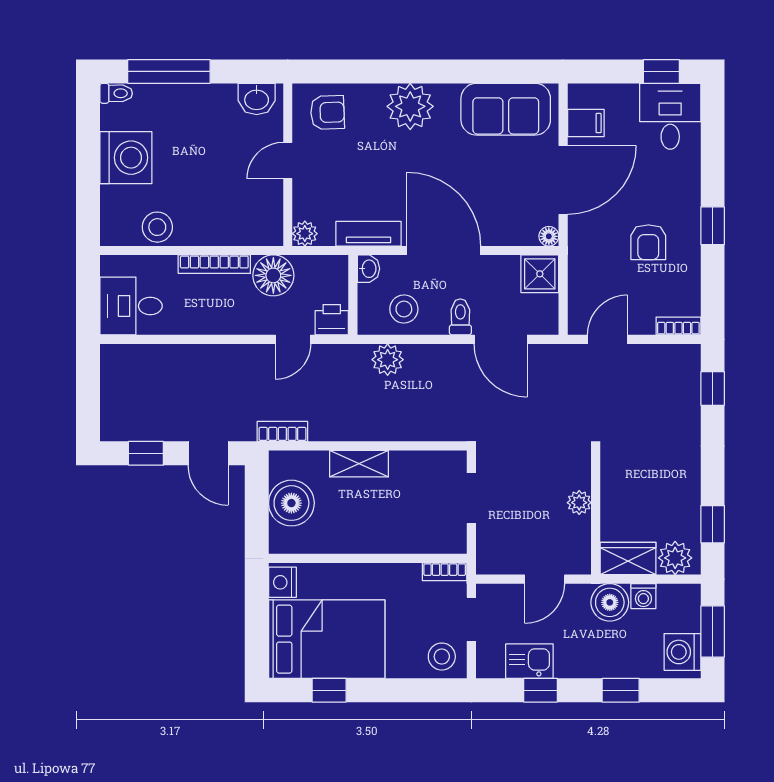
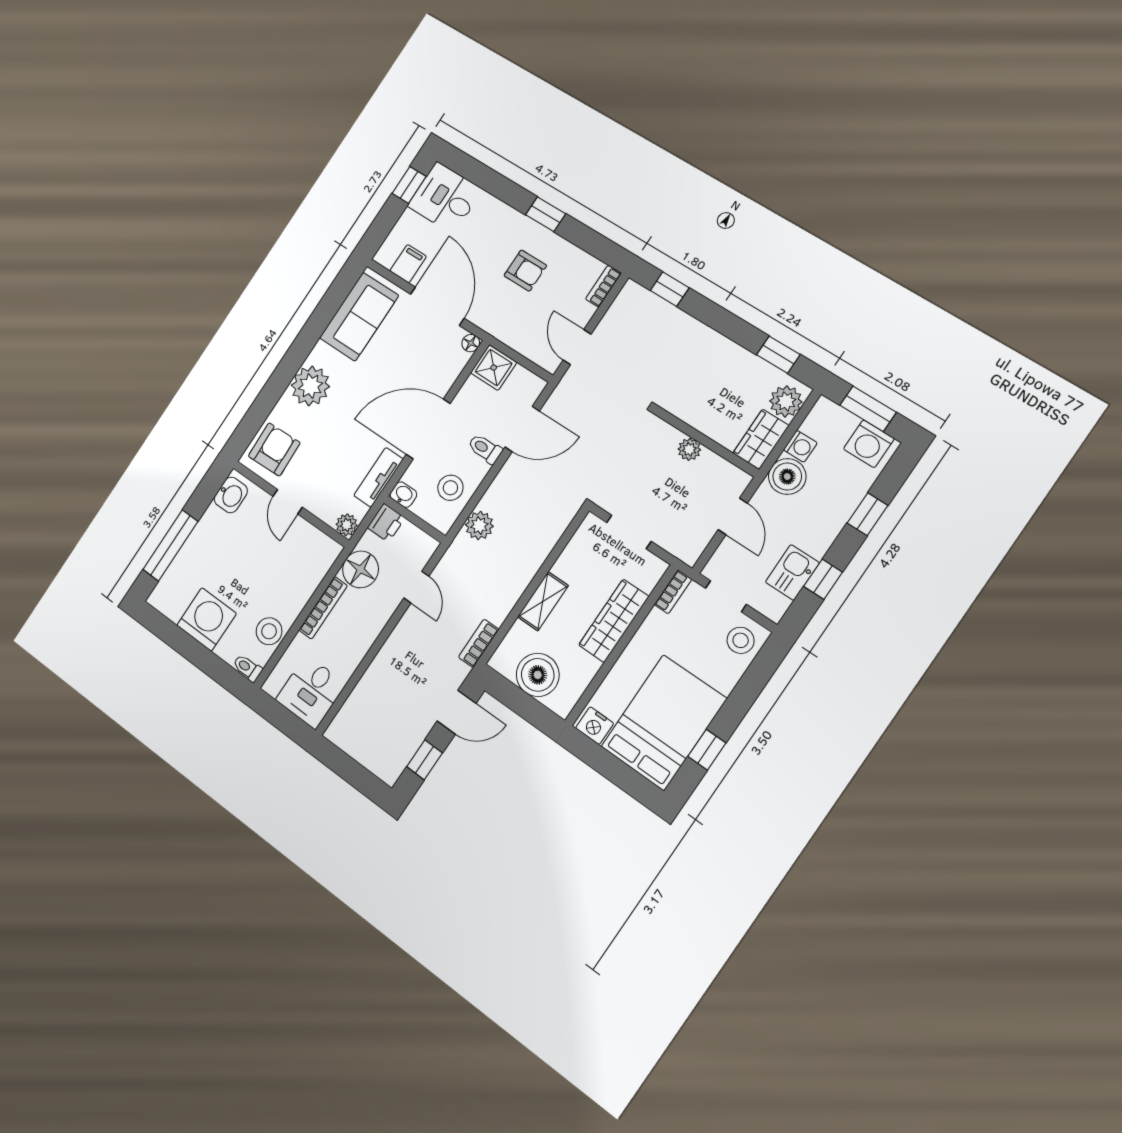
toilet: (116, 93) -> (247, 668), moved, turned -90
armchair: (327, 112) -> (274, 449), width x1.38, depth x1.38
printer: (332, 320) -> (386, 523), moved, turned 180
wardrobe: (385, 538) -> (614, 621), added

